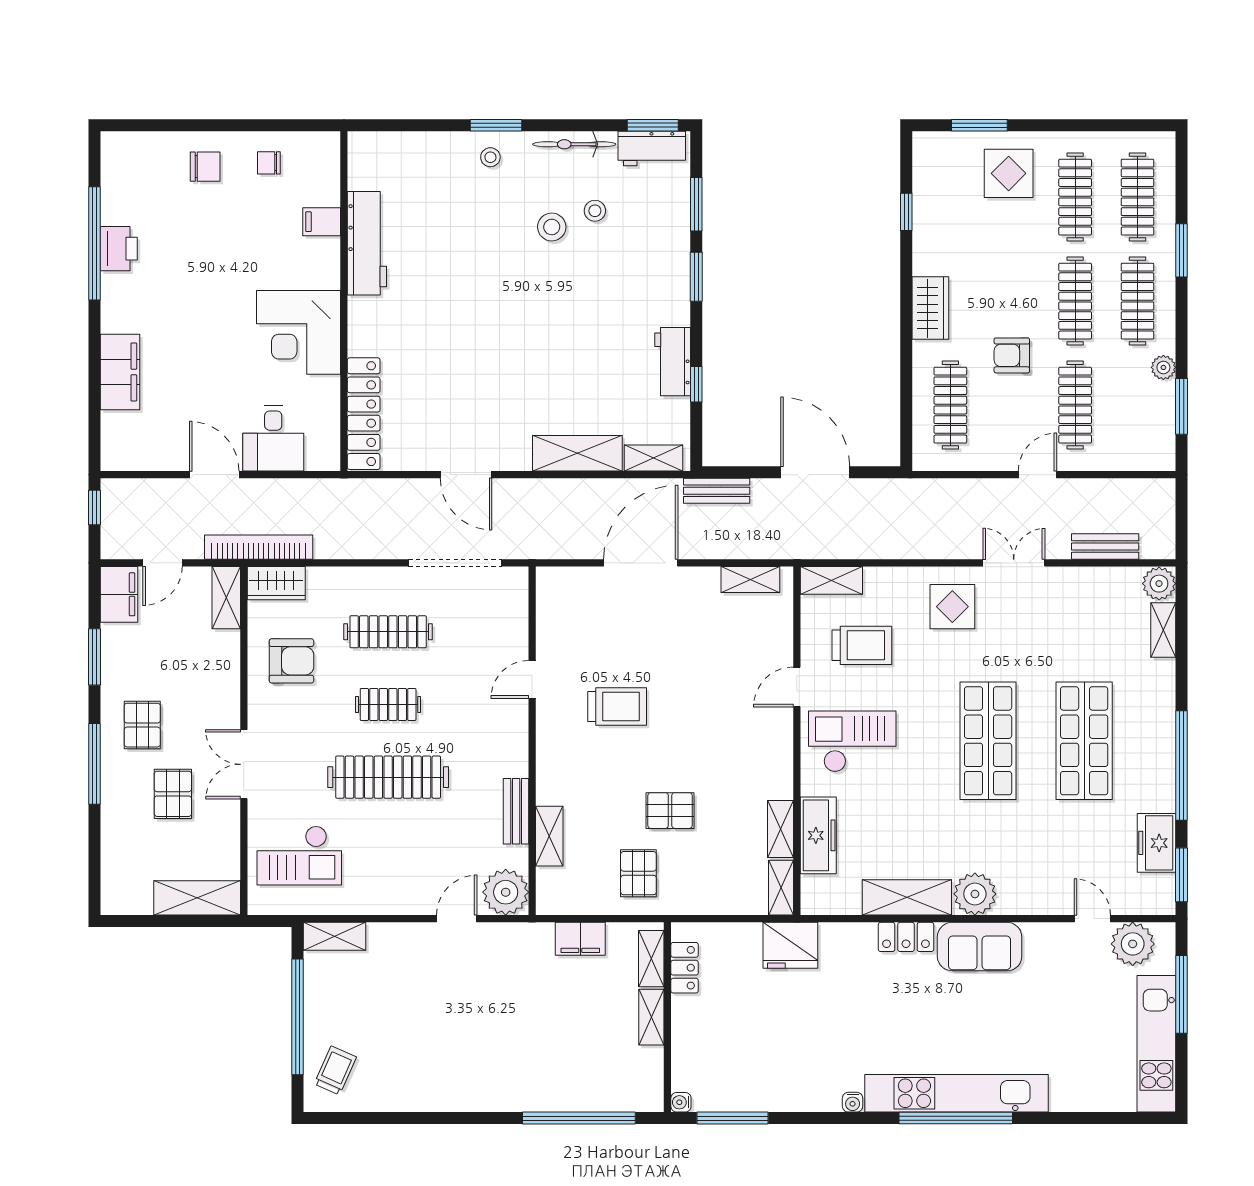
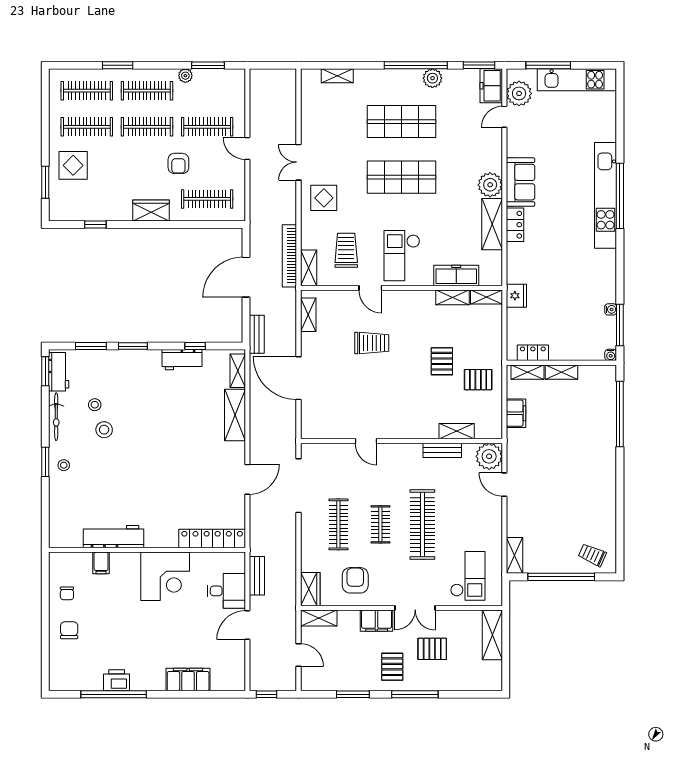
bench: (1105, 546) -> (257, 576), moved
bookcase: (259, 547) -> (289, 256), moved
plant: (1159, 584) -> (432, 78), moved
filing cabinet: (119, 594) -> (377, 621), moved, turned 180
trolley: (617, 706) -> (372, 343), moved, turned 90
pallet: (142, 725) -> (392, 667), turned 90
freezer: (1156, 843) -> (491, 86), moved, turned 90
fridge: (790, 945) -> (516, 296), width x0.73, depth x0.75
water cooler: (853, 1102) -> (611, 309), moved

